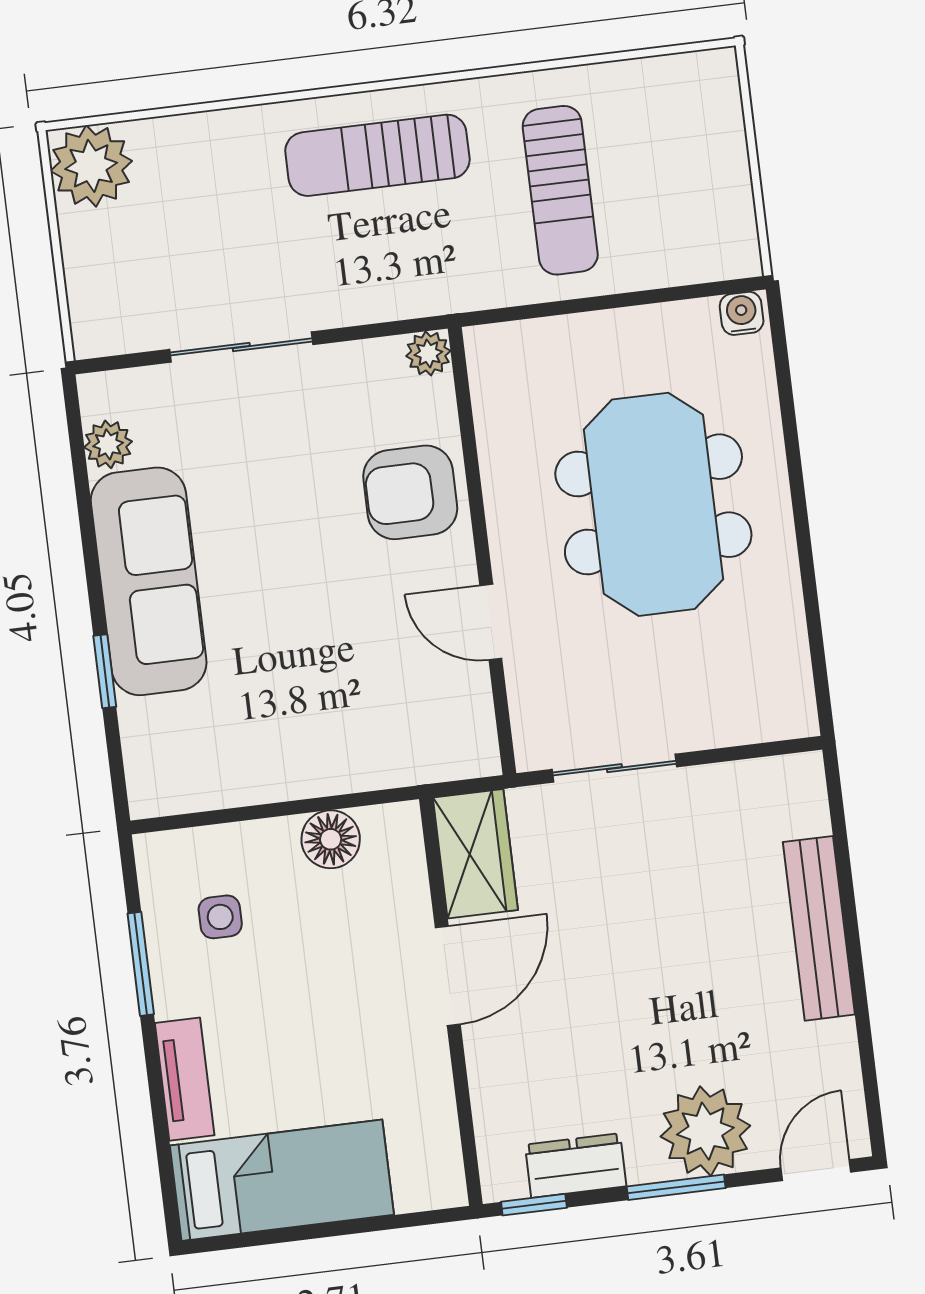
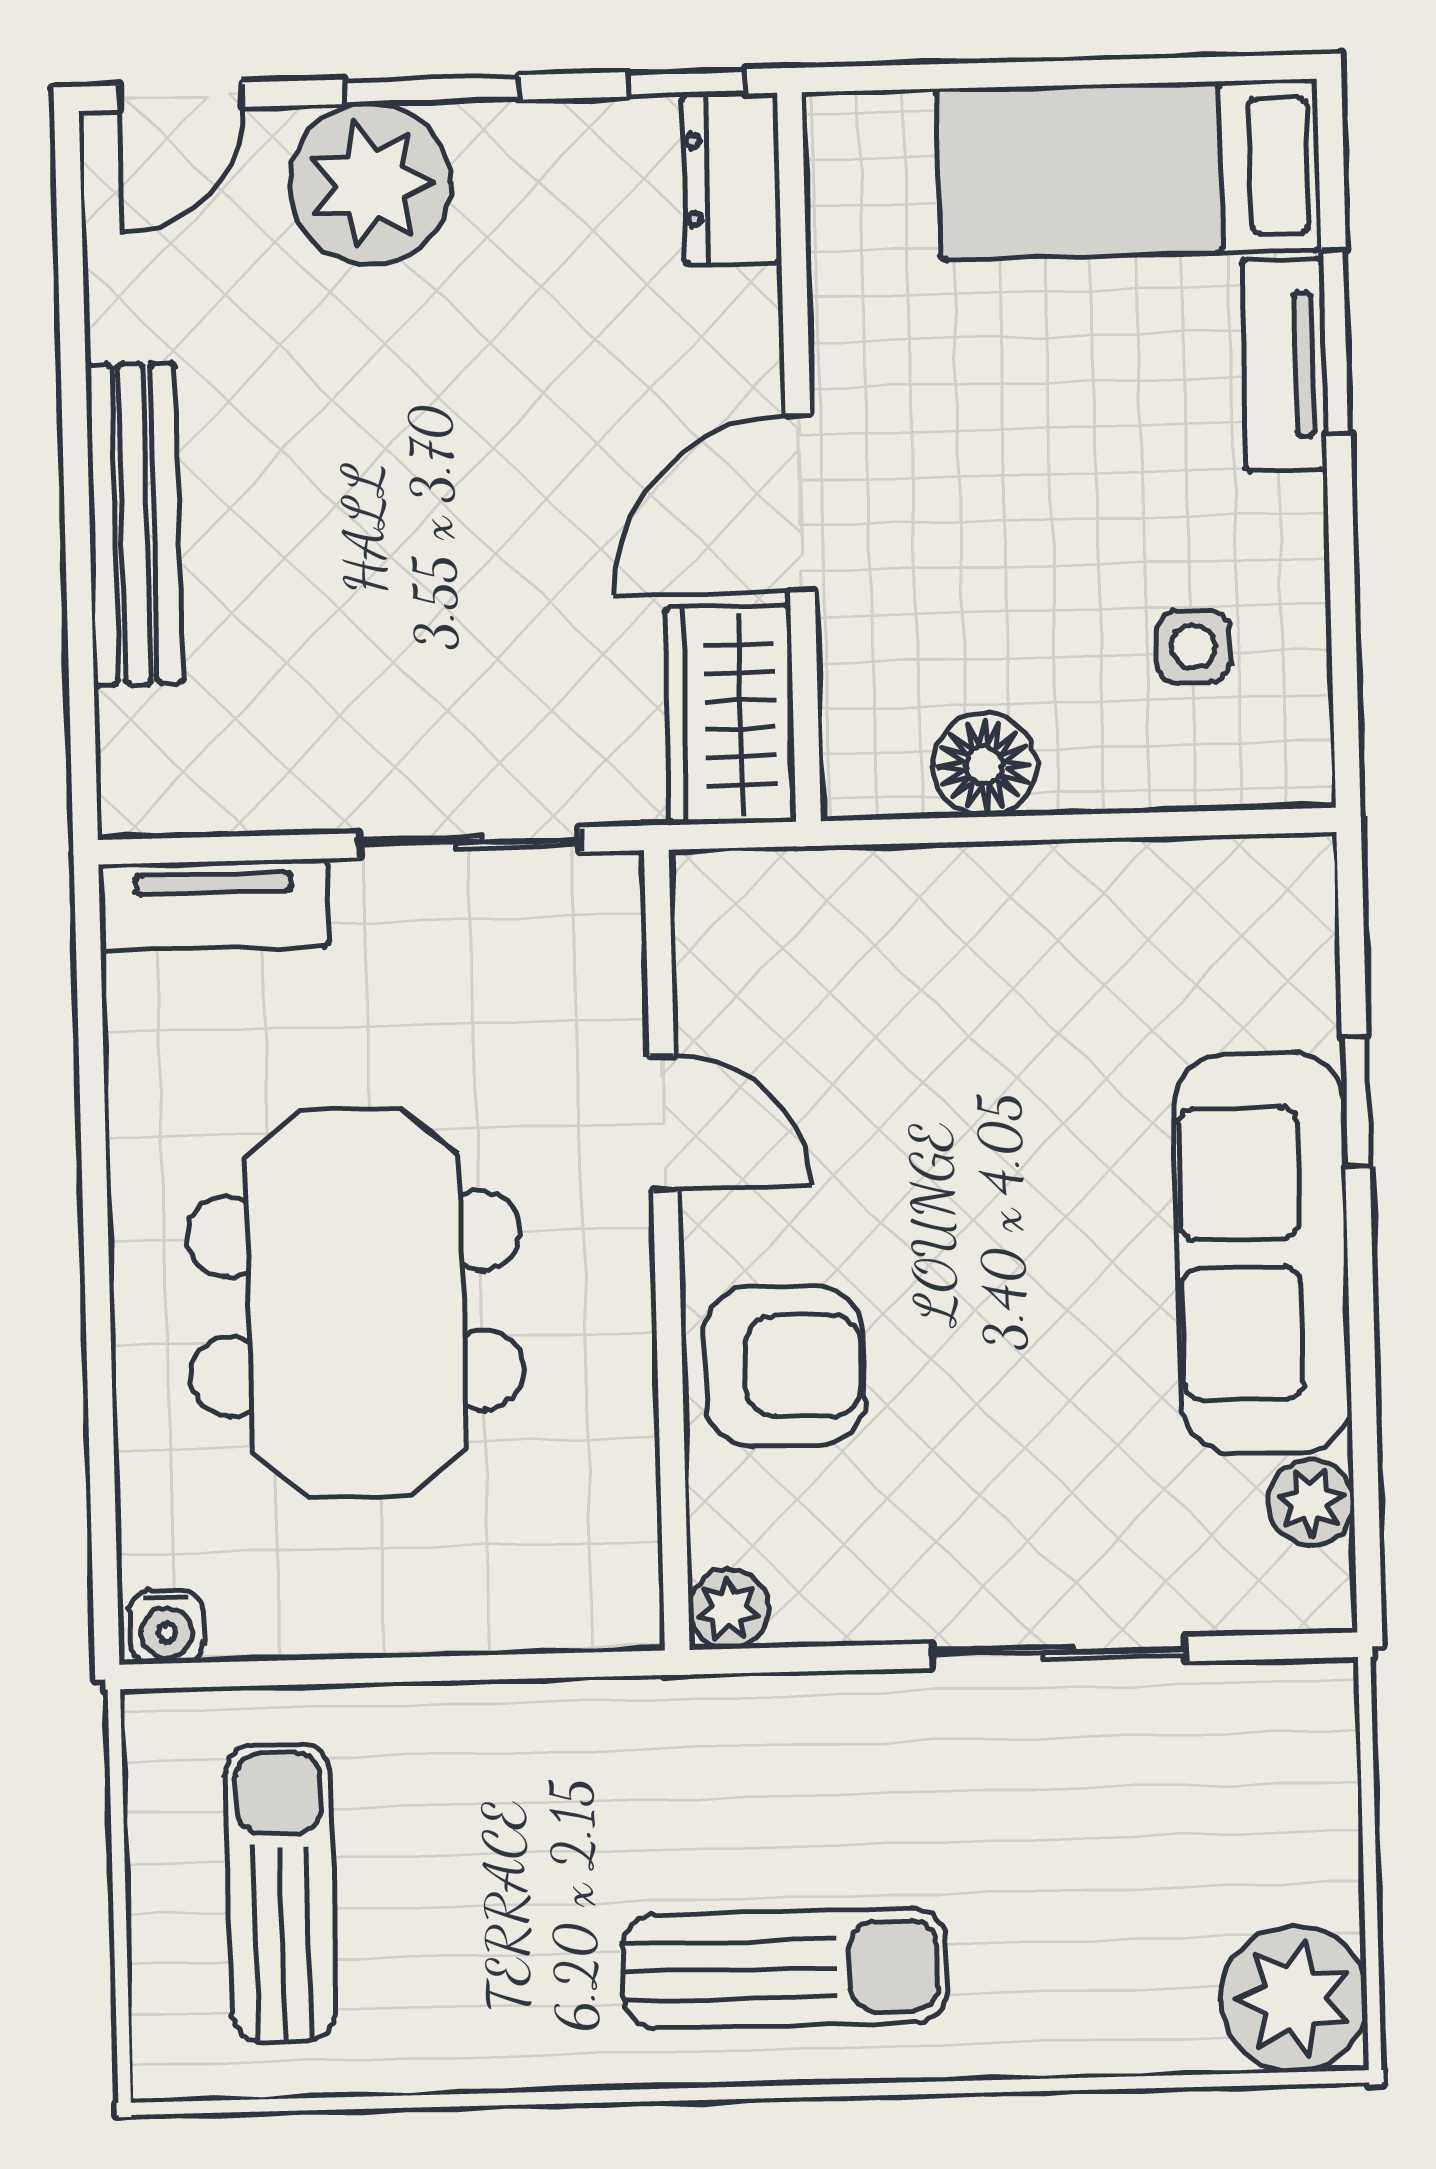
sun lounger: (560, 190) -> (281, 1893), moved
tv unit: (754, 719) -> (214, 905), added
window: (141, 964) -> (1336, 342), moved
dresser: (576, 1166) -> (731, 179), moved, turned 90

